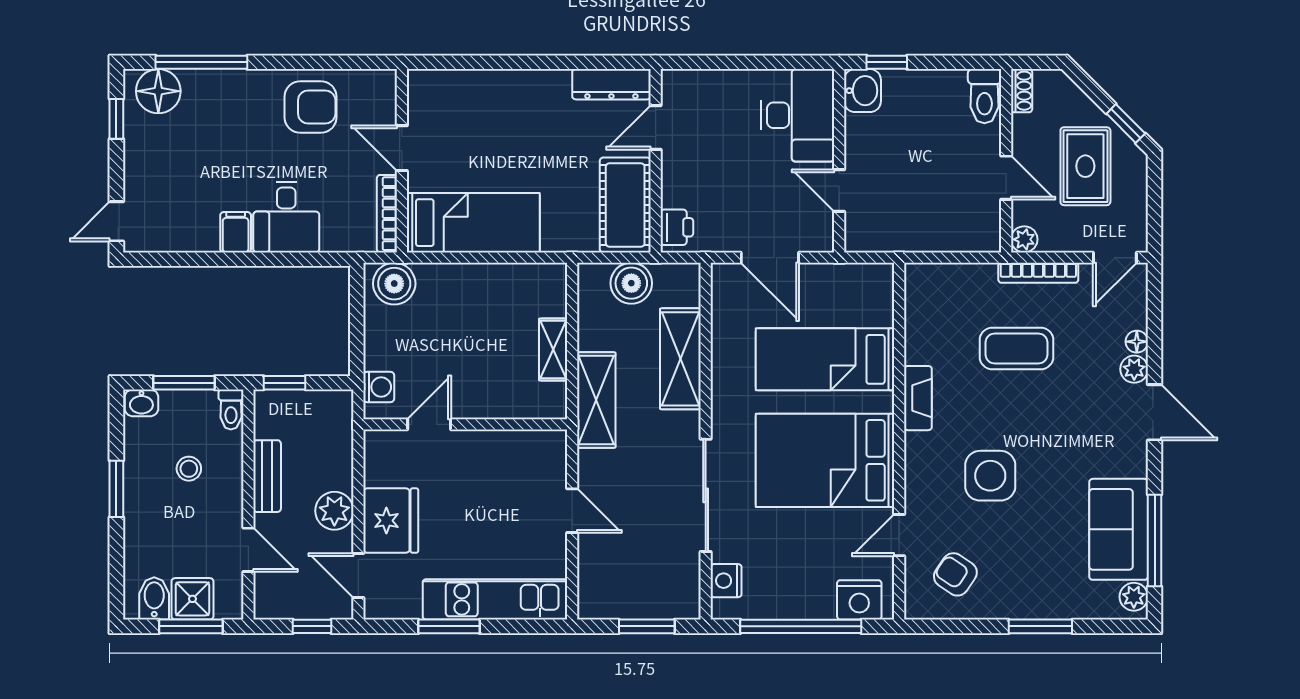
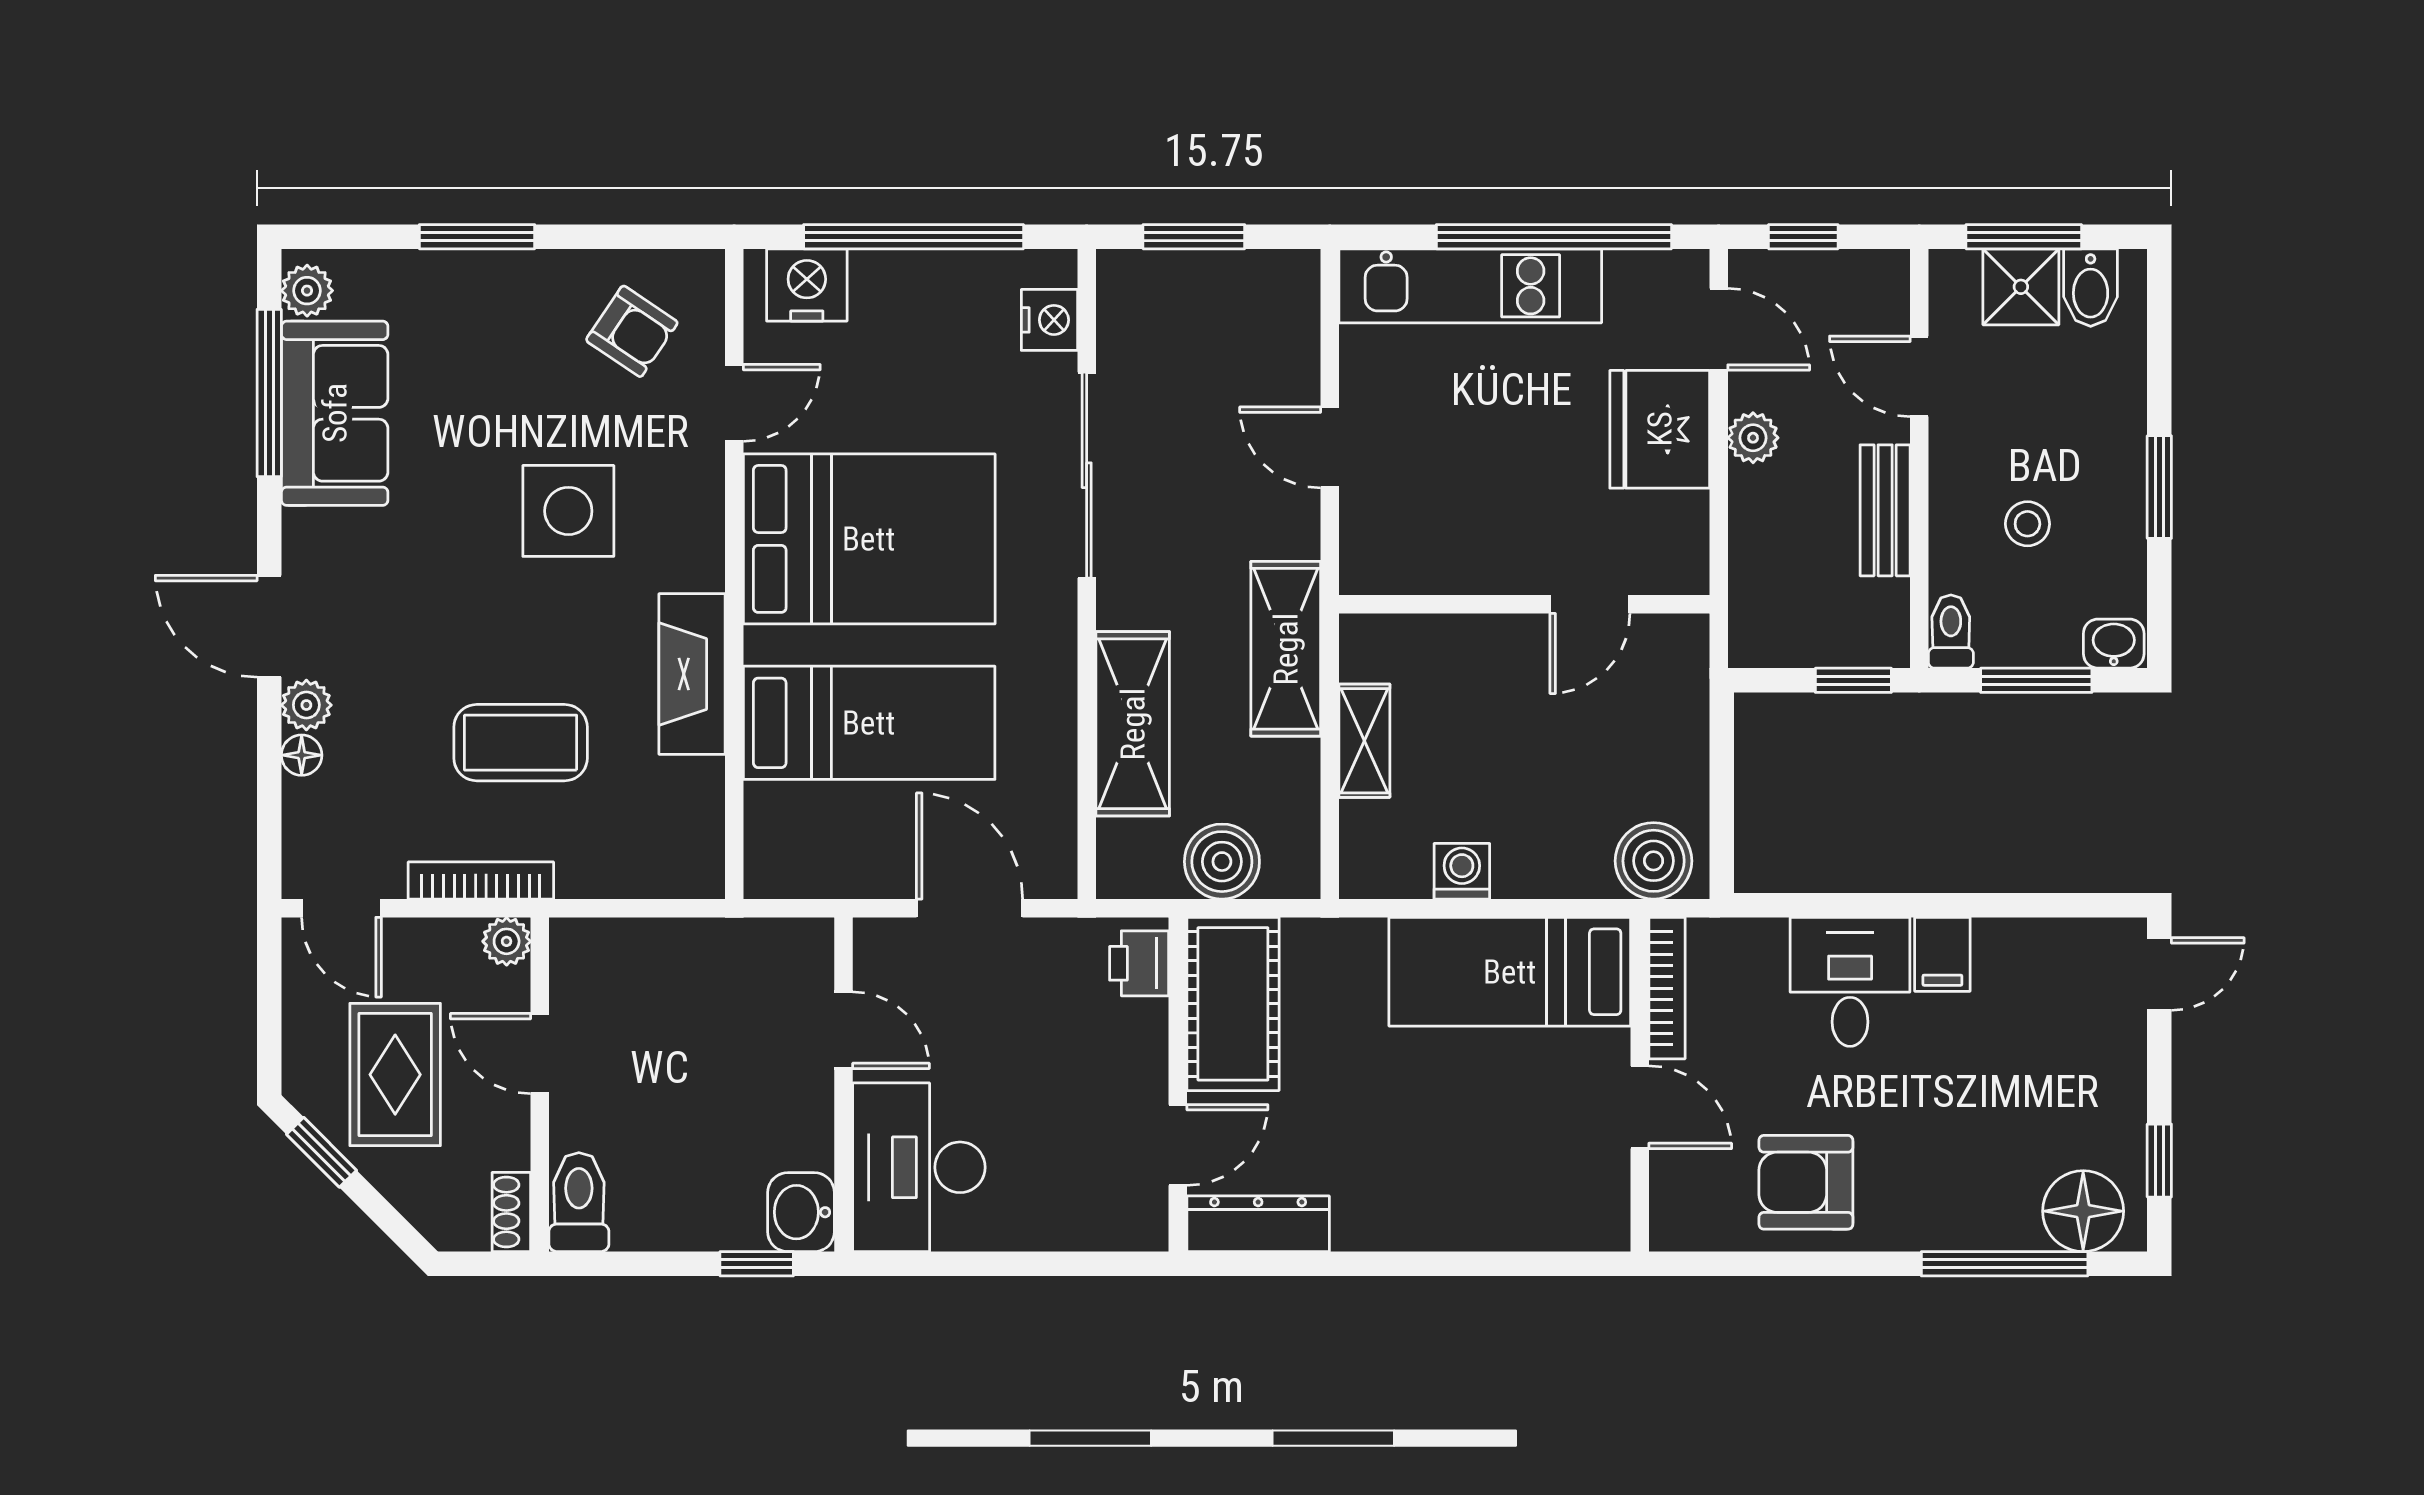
door: (1115, 258) -> (341, 908), swing flipped
washing machine: (379, 387) -> (1462, 871), moved, turned 90
fireplace: (918, 398) -> (692, 674), width x1.37, depth x1.32
plant: (334, 511) -> (1753, 438), width x0.73, depth x0.73
window: (449, 626) -> (1554, 237), width x2.11

